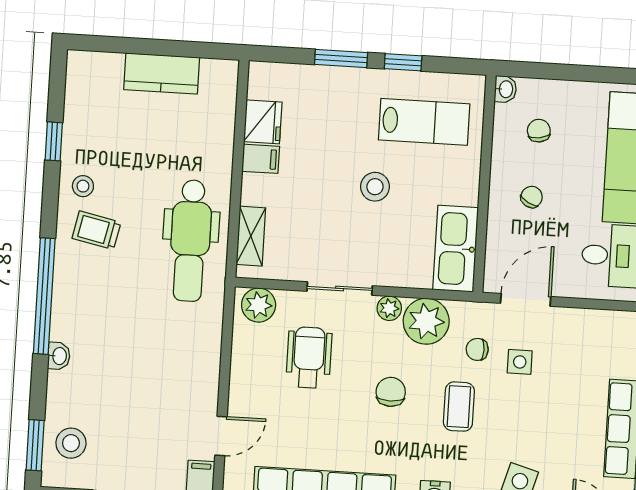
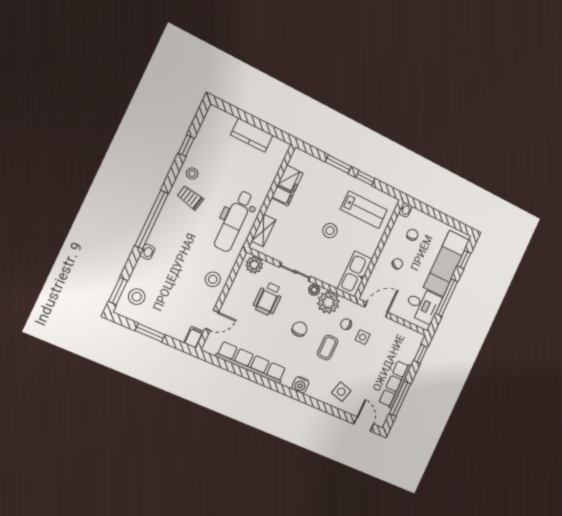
wheelchair: (309, 357) -> (268, 299), turned 180
stool: (194, 361) -> (213, 279), added

